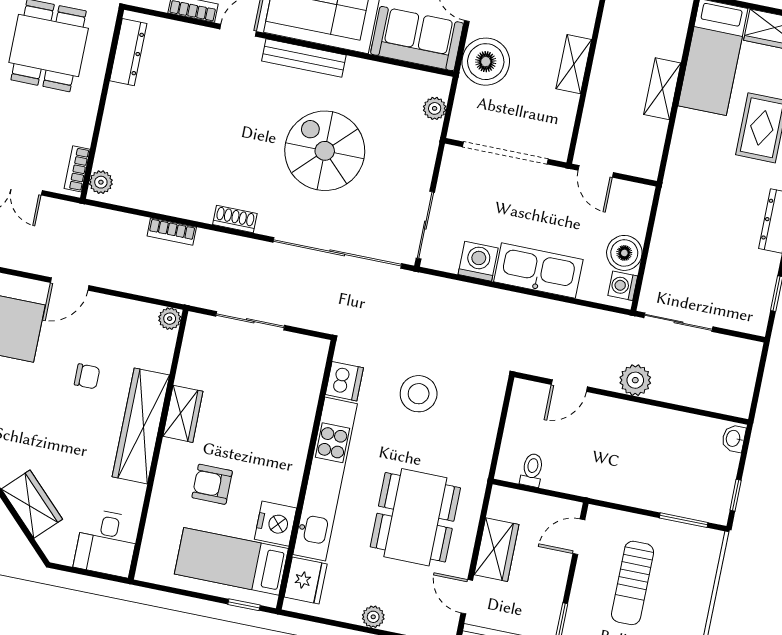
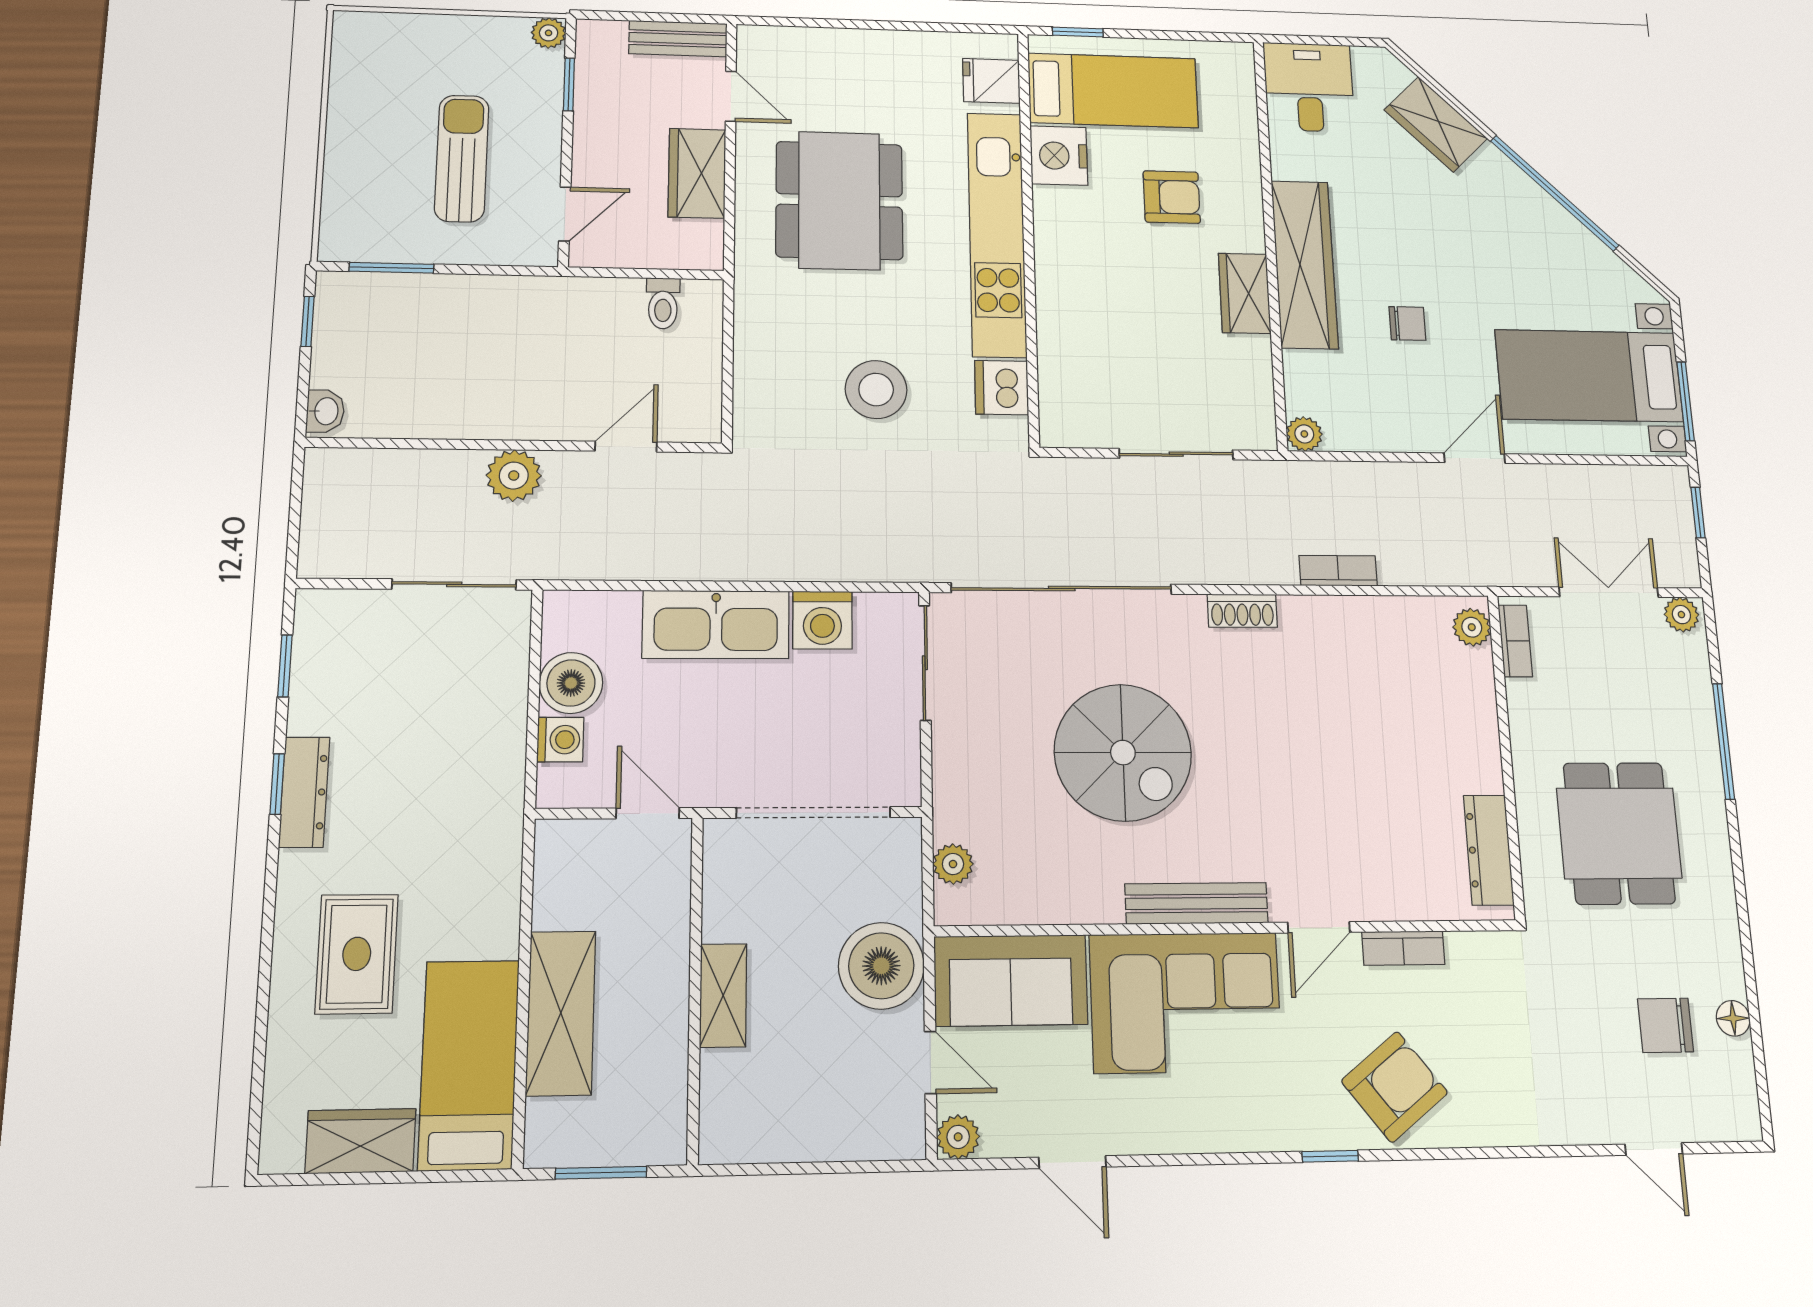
shelving: (662, 89) -> (561, 1013), width x1.50, depth x1.33
washing machine: (623, 286) -> (560, 740), moved
chair: (87, 376) -> (1407, 323), turned 180
fridge: (306, 581) -> (991, 81), width x0.72
plant: (373, 617) -> (873, 45), removed

